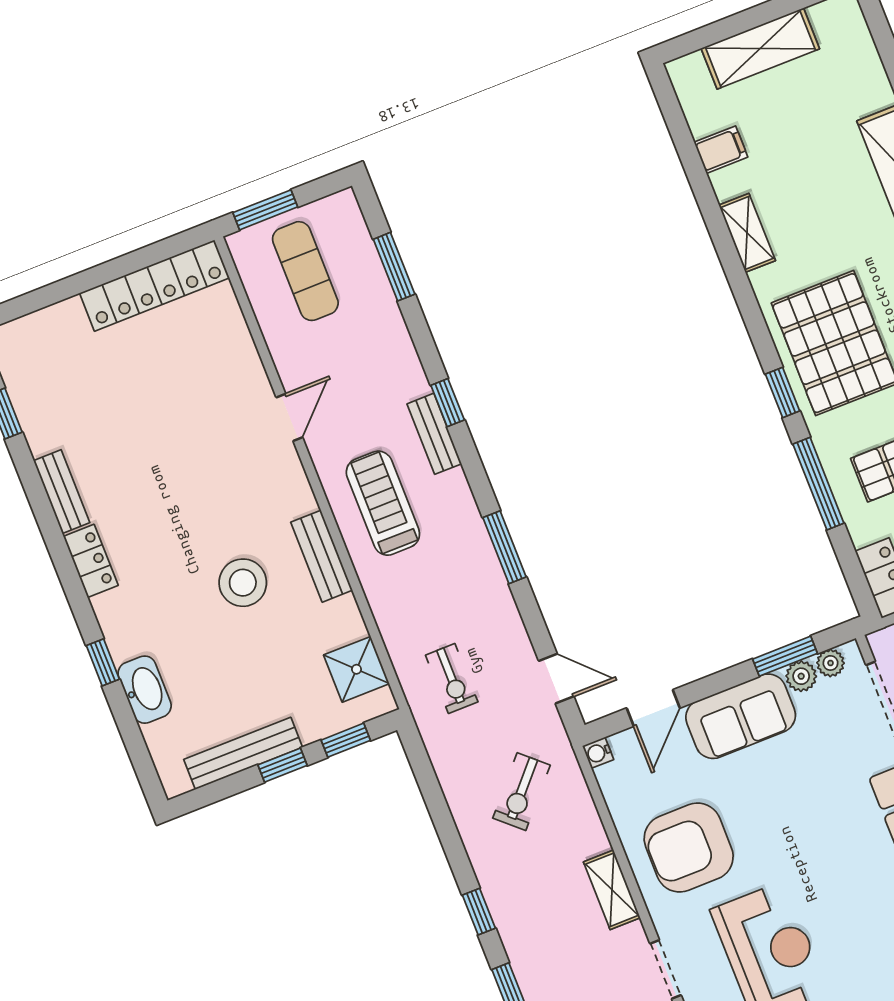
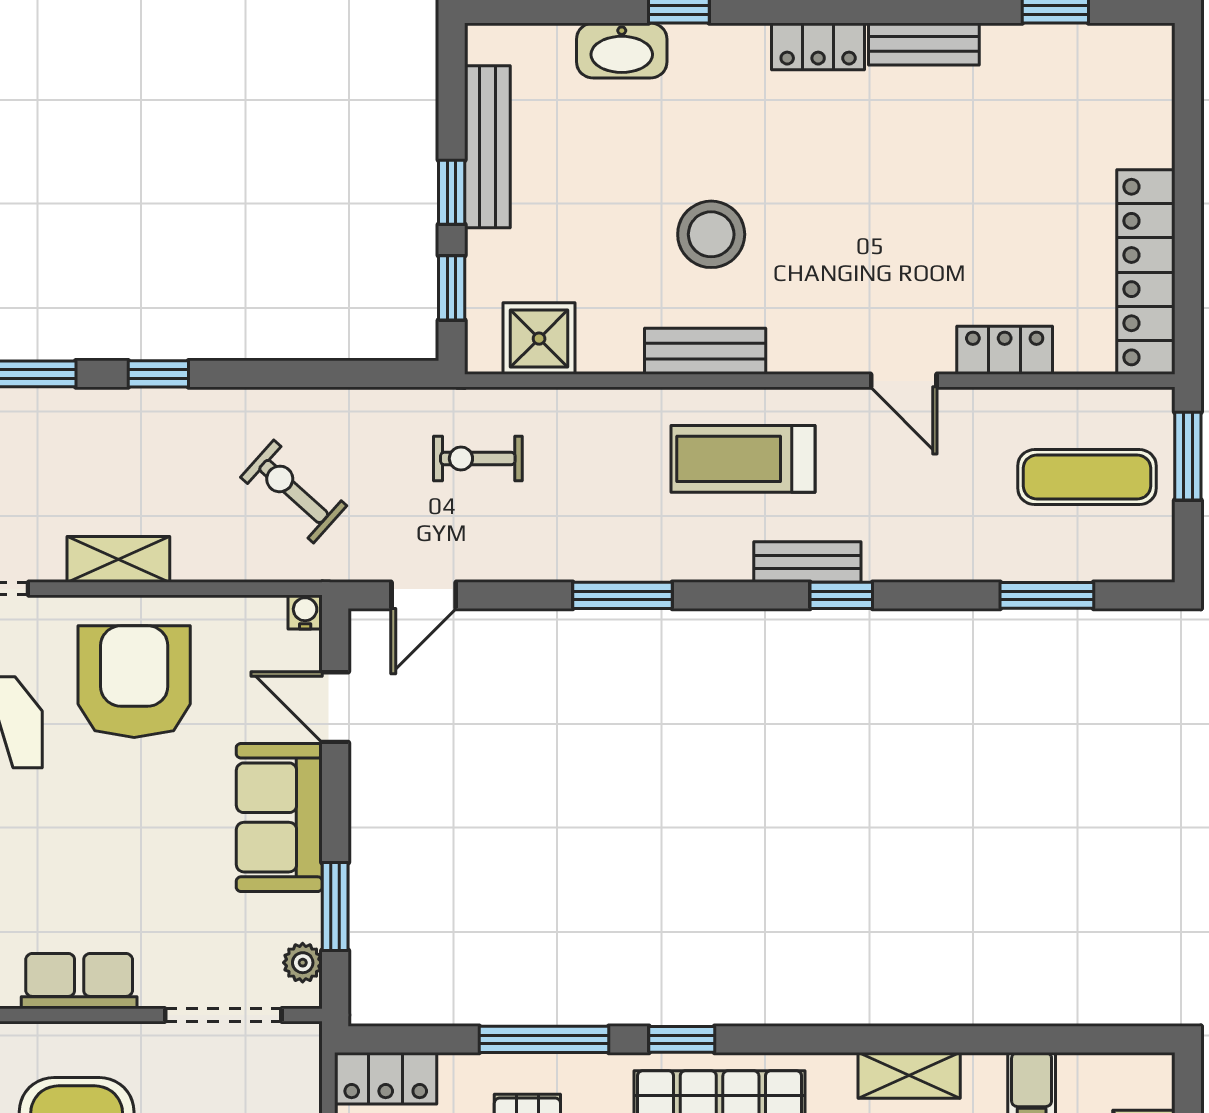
locker: (243, 358) -> (1005, 350), added
treadmill: (383, 503) -> (743, 459), turned 180
plant: (801, 676) -> (301, 917), removed

